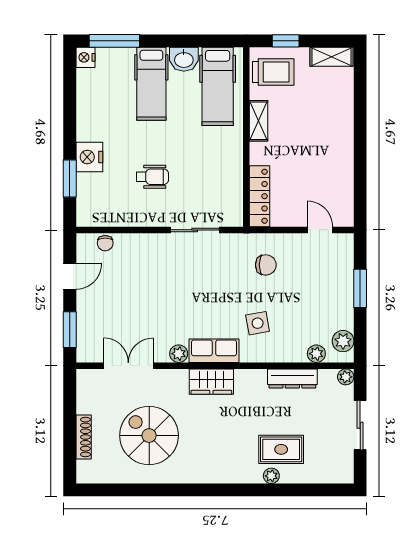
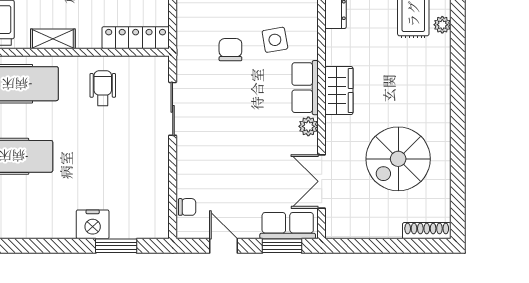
wheelchair: (152, 177) -> (103, 88), moved
chair: (266, 265) -> (230, 50), moved
row of seats: (88, 335) -> (288, 226), added
shoe rack: (84, 437) -> (427, 231), moved

